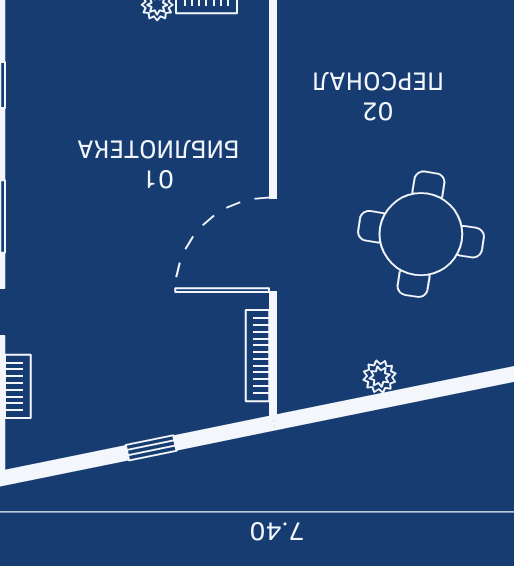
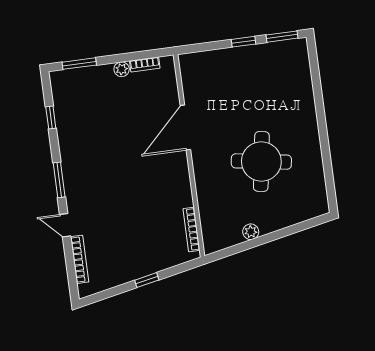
door: (273, 245) -> (185, 128), moved
bookcase: (18, 386) -> (80, 259), width x1.56

